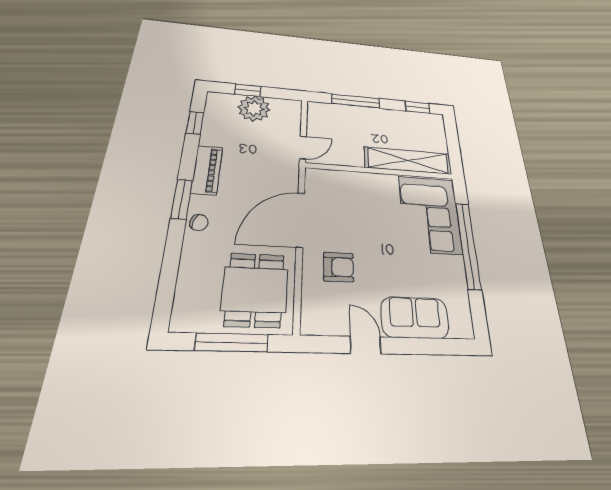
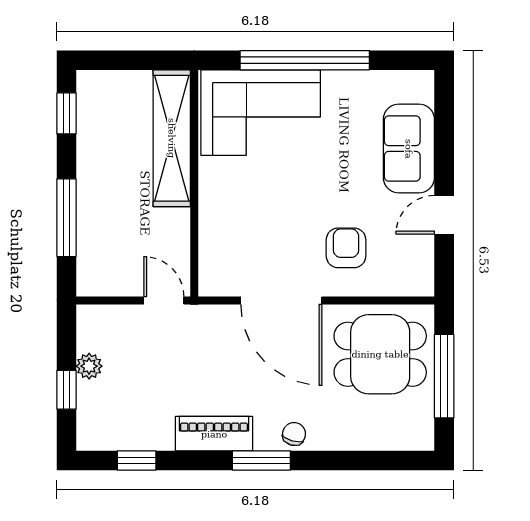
plant: (254, 109) -> (89, 366), width x0.53, depth x0.53

